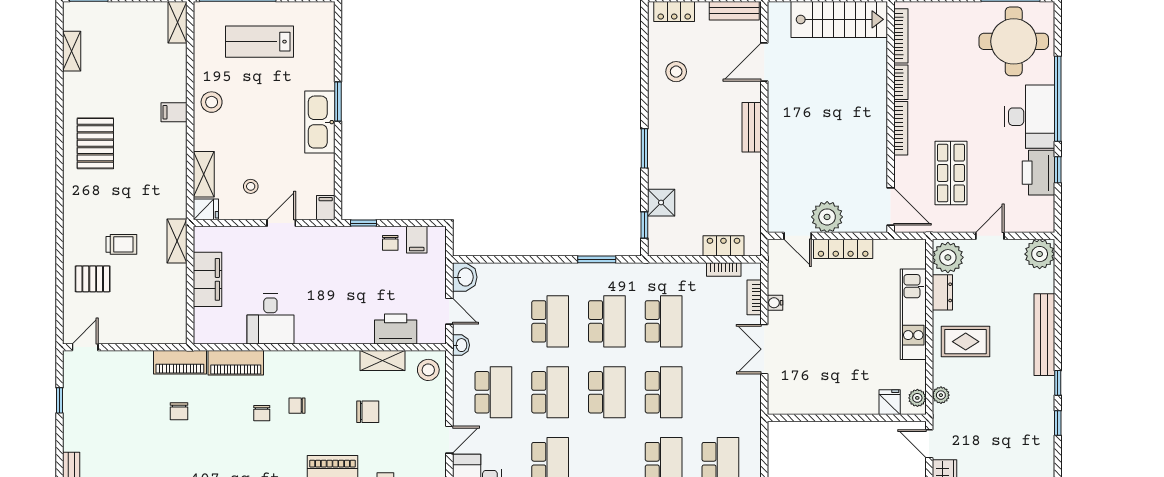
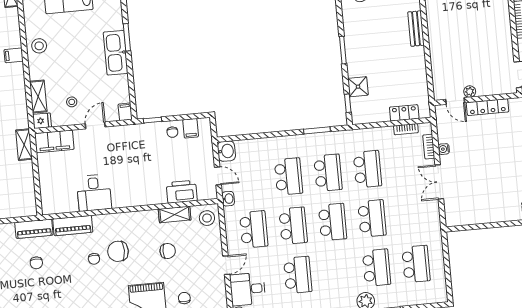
plant: (827, 217) -> (470, 92), width x0.53, depth x0.53
filing cabinet: (207, 279) -> (54, 141), moved, turned 90
chair: (297, 406) -> (118, 251), width x1.87, depth x1.87

